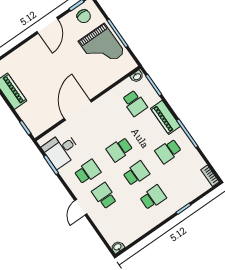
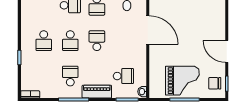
grand piano: (102, 47) -> (182, 81), turned 180
school desk: (135, 103) -> (123, 76), turned 180

